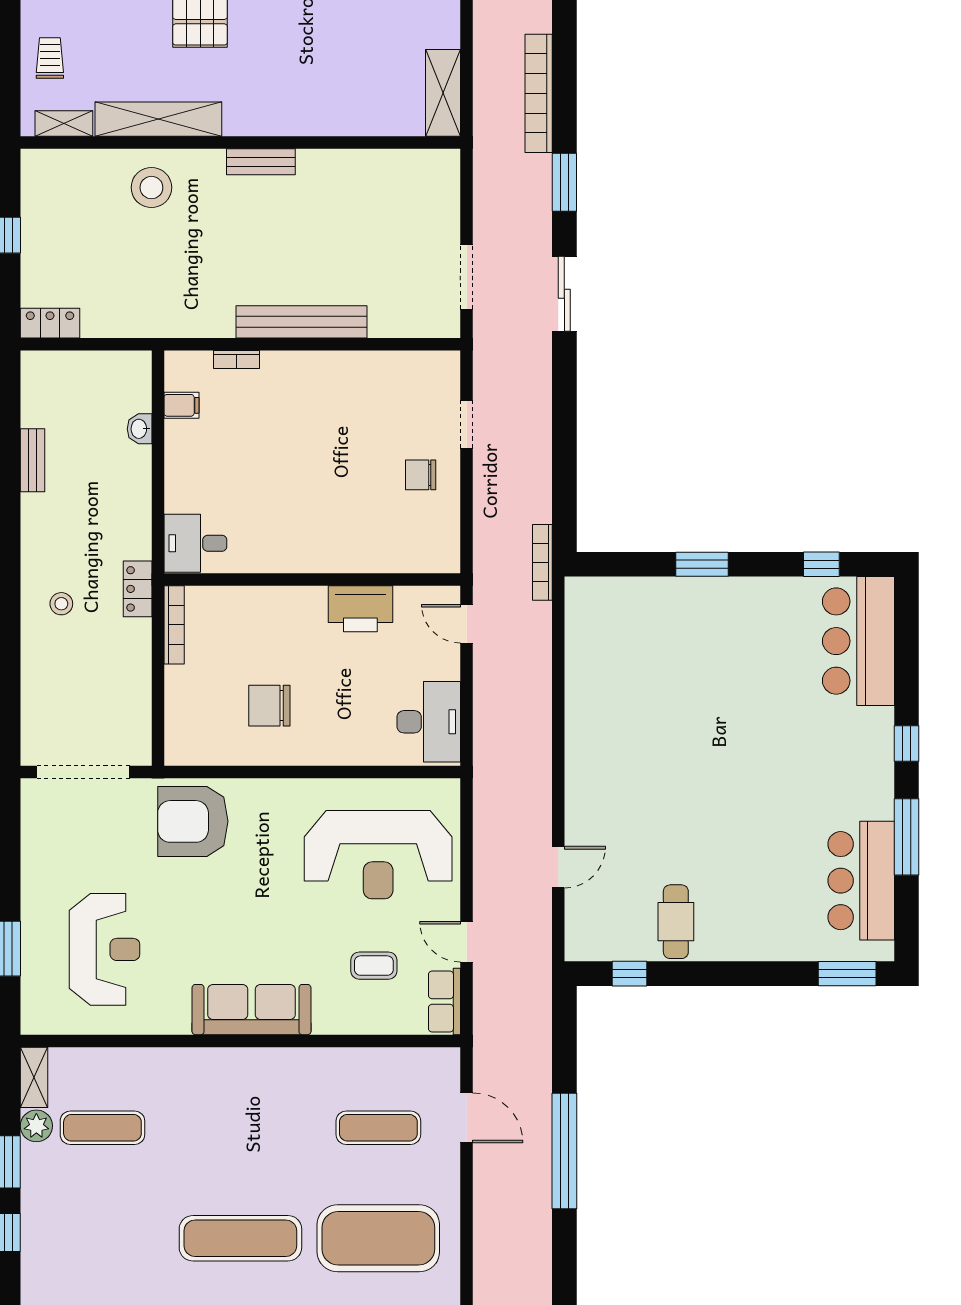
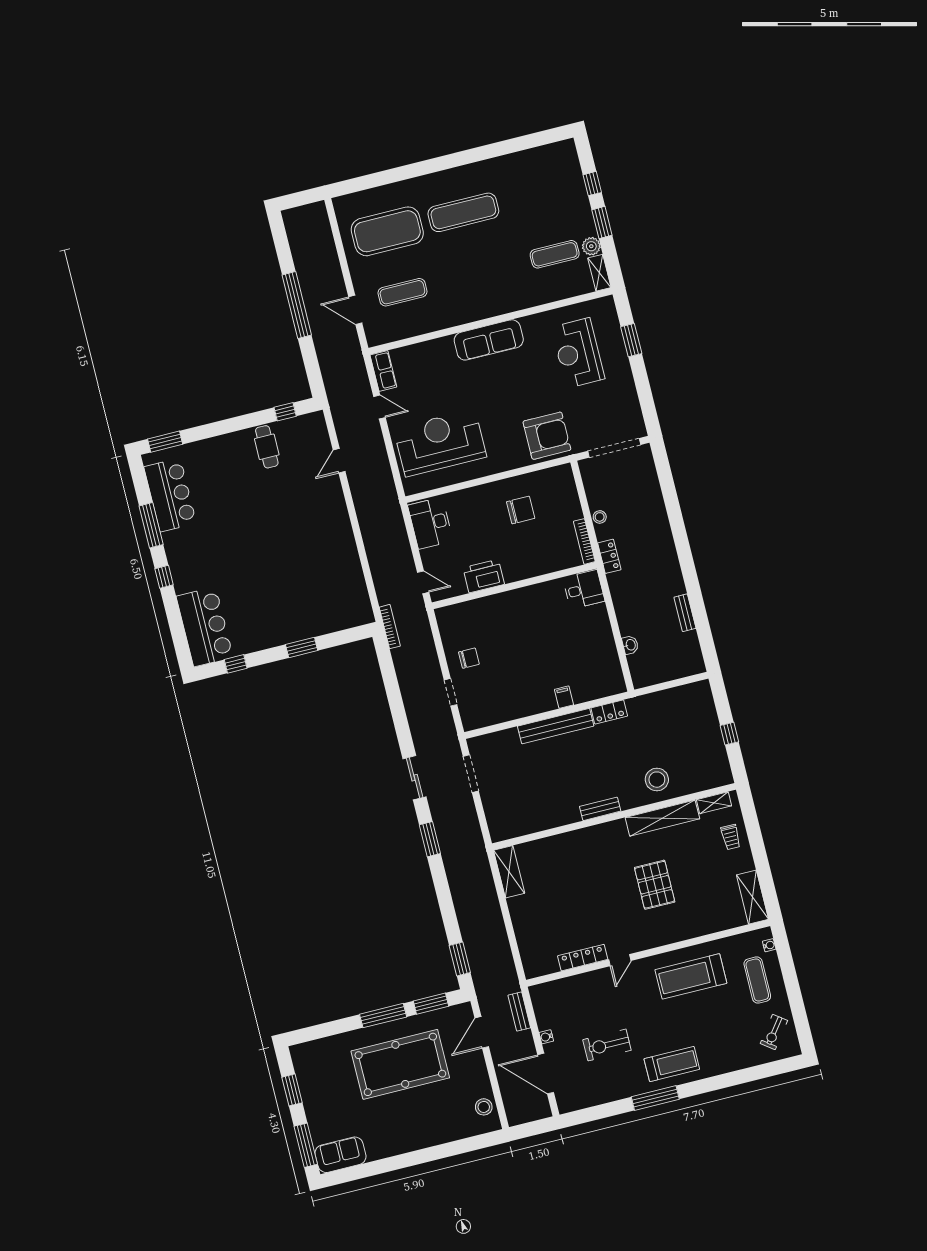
bookcase: (539, 93) -> (456, 885), removed
locker: (50, 323) -> (609, 712), moved
bookcase: (237, 360) -> (586, 696), removed
filing cabinet: (181, 405) -> (564, 697), moved, turned 90
stool: (61, 604) -> (600, 517), moved
coffee table: (374, 966) -> (427, 381), removed

